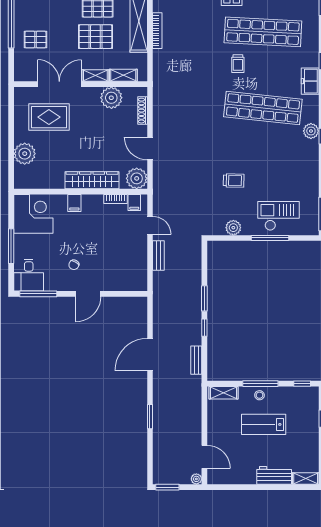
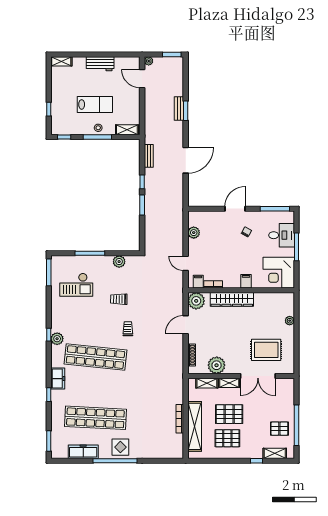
pallet: (35, 39) -> (279, 429), moved
trolley: (238, 64) -> (128, 329), moved
door: (150, 149) -> (186, 325), swing flipped
plant: (25, 154) -> (290, 321), width x0.53, depth x0.53
checkout: (278, 216) -> (76, 285), moved
bench: (158, 256) -> (179, 108), moved
plant: (140, 264) -> (194, 233), added
desk: (29, 275) -> (282, 235), moved, turned 90
workbench: (274, 475) -> (100, 64), moved

